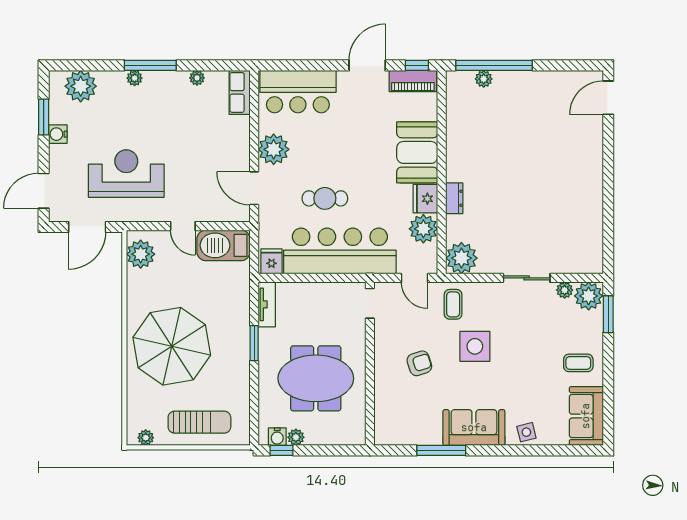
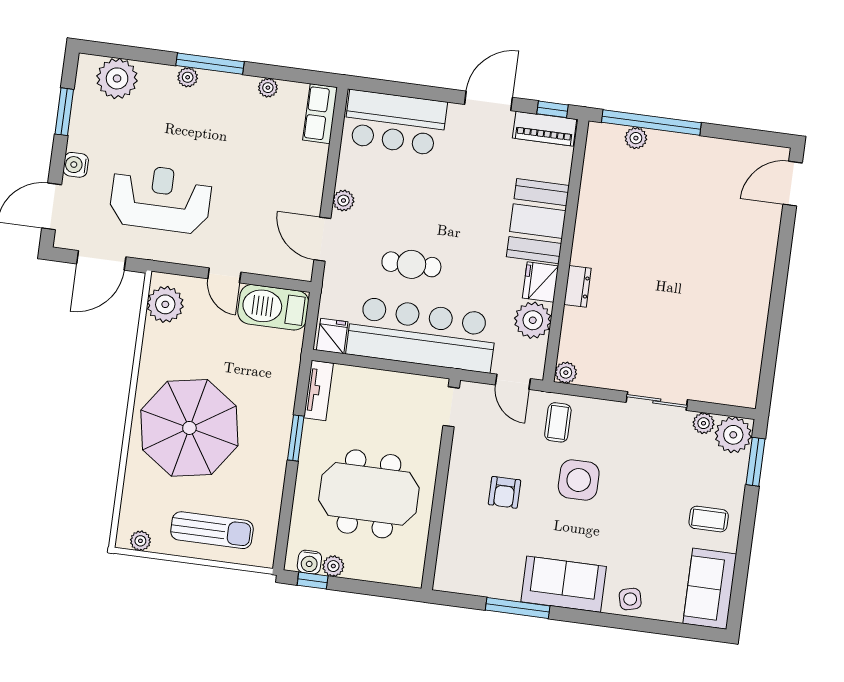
water cooler: (58, 134) -> (76, 165), moved
plant: (274, 149) -> (343, 201), width x0.53, depth x0.53
plant: (461, 258) -> (566, 373), width x0.53, depth x0.53
armchair: (419, 363) -> (505, 492), turned 108

